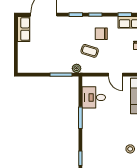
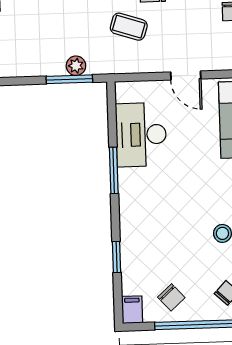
plant: (77, 68) -> (76, 66), moved
desk: (94, 97) -> (141, 135), width x1.37

